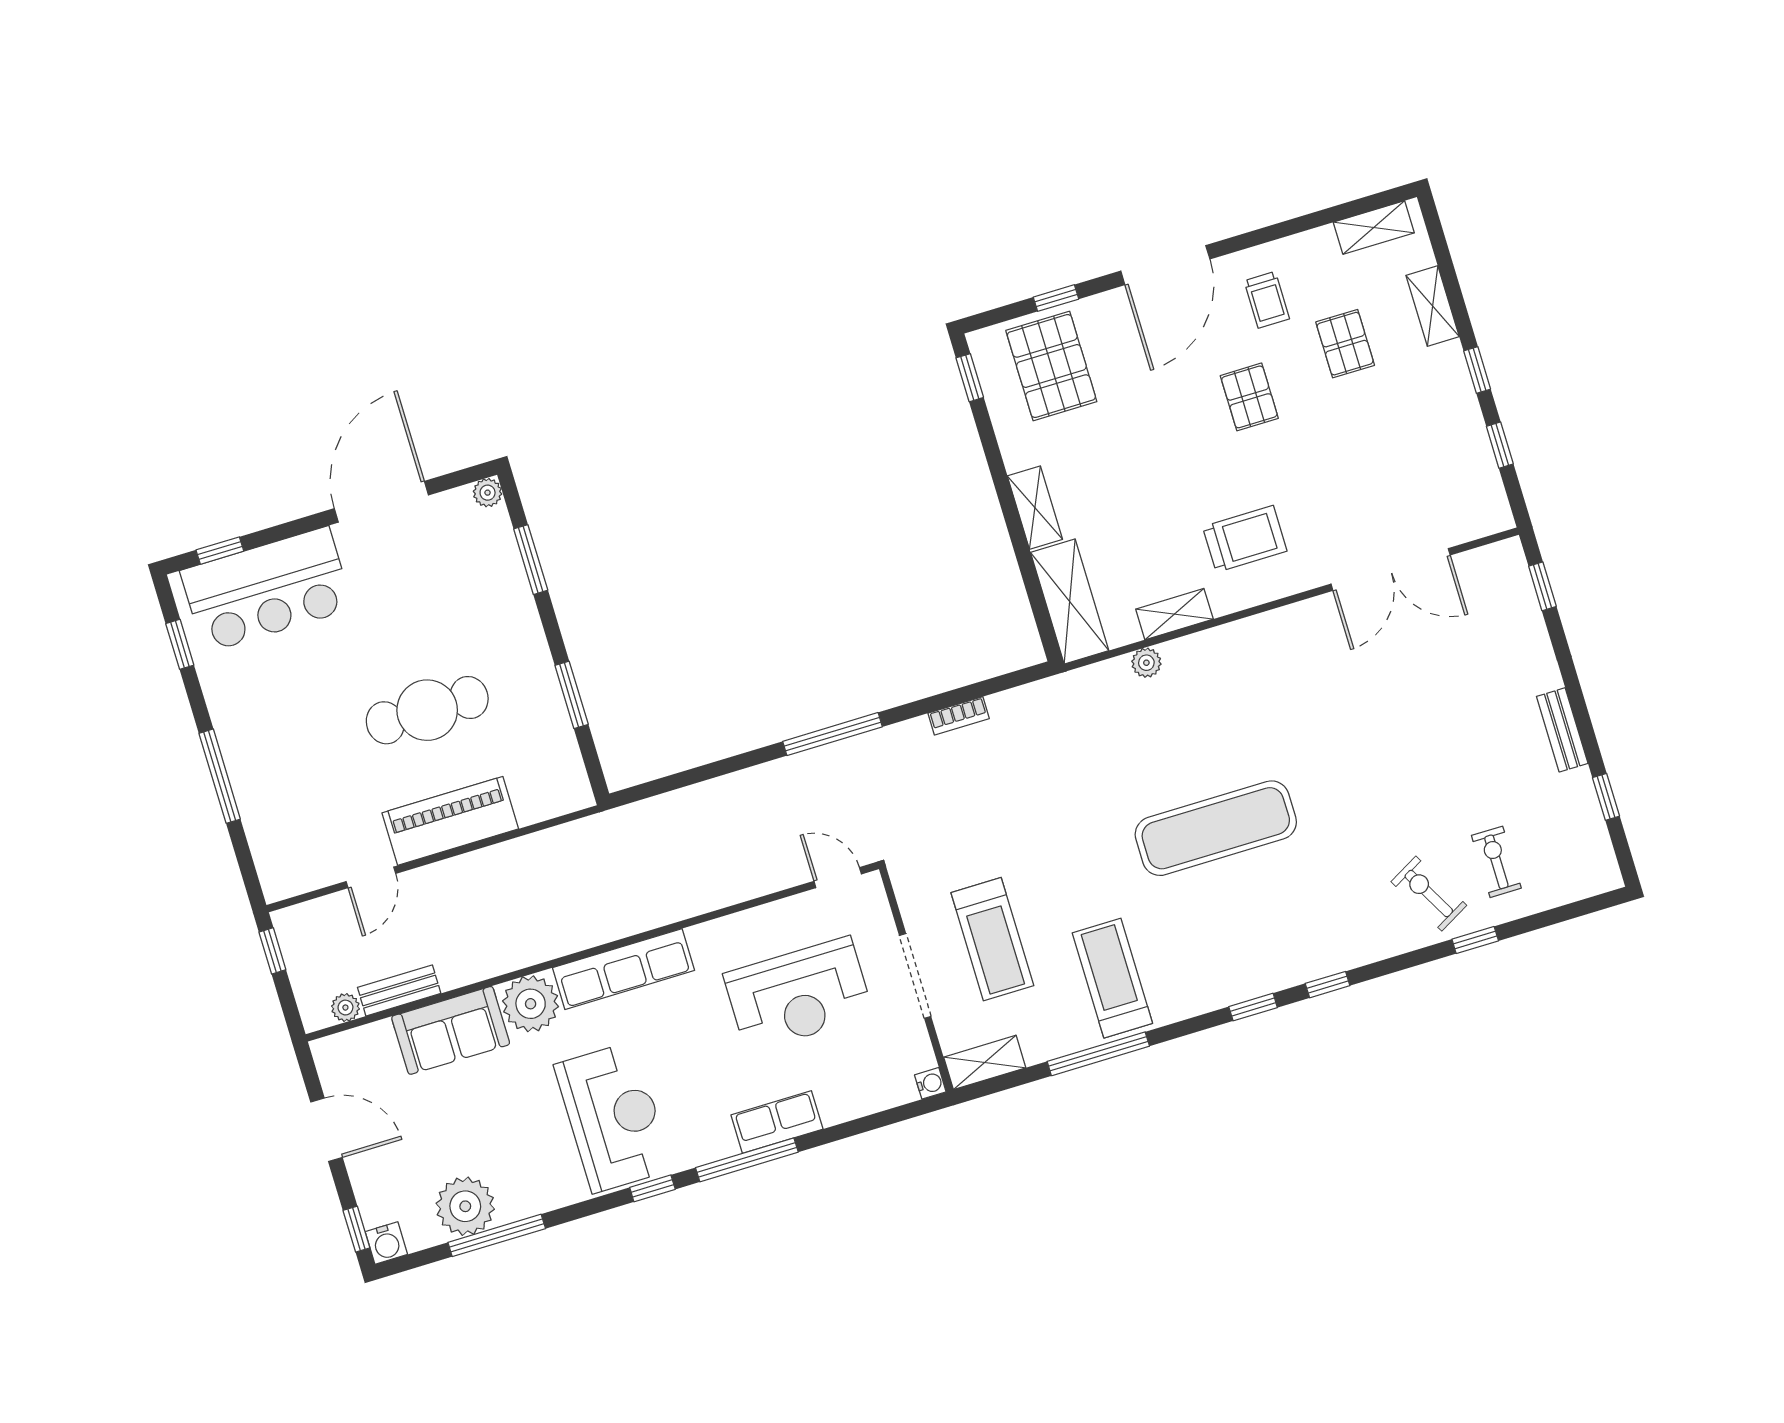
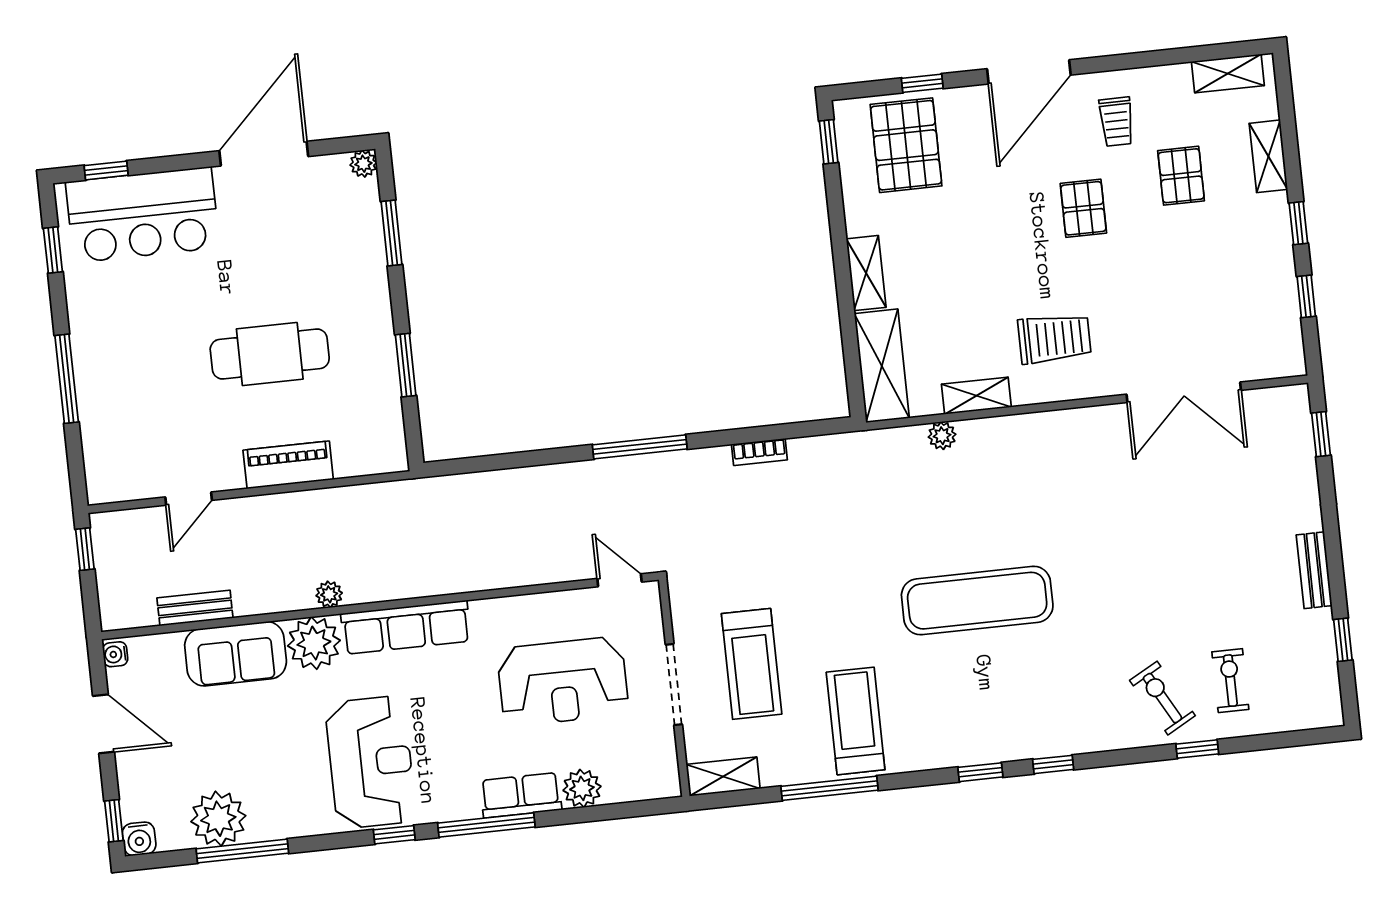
piano: (450, 821) -> (288, 465), width x0.73, depth x0.75
plant: (345, 1008) -> (329, 594), moved
water cooler: (930, 1083) -> (115, 654), moved, turned 180
plant: (840, 1103) -> (582, 788), added

